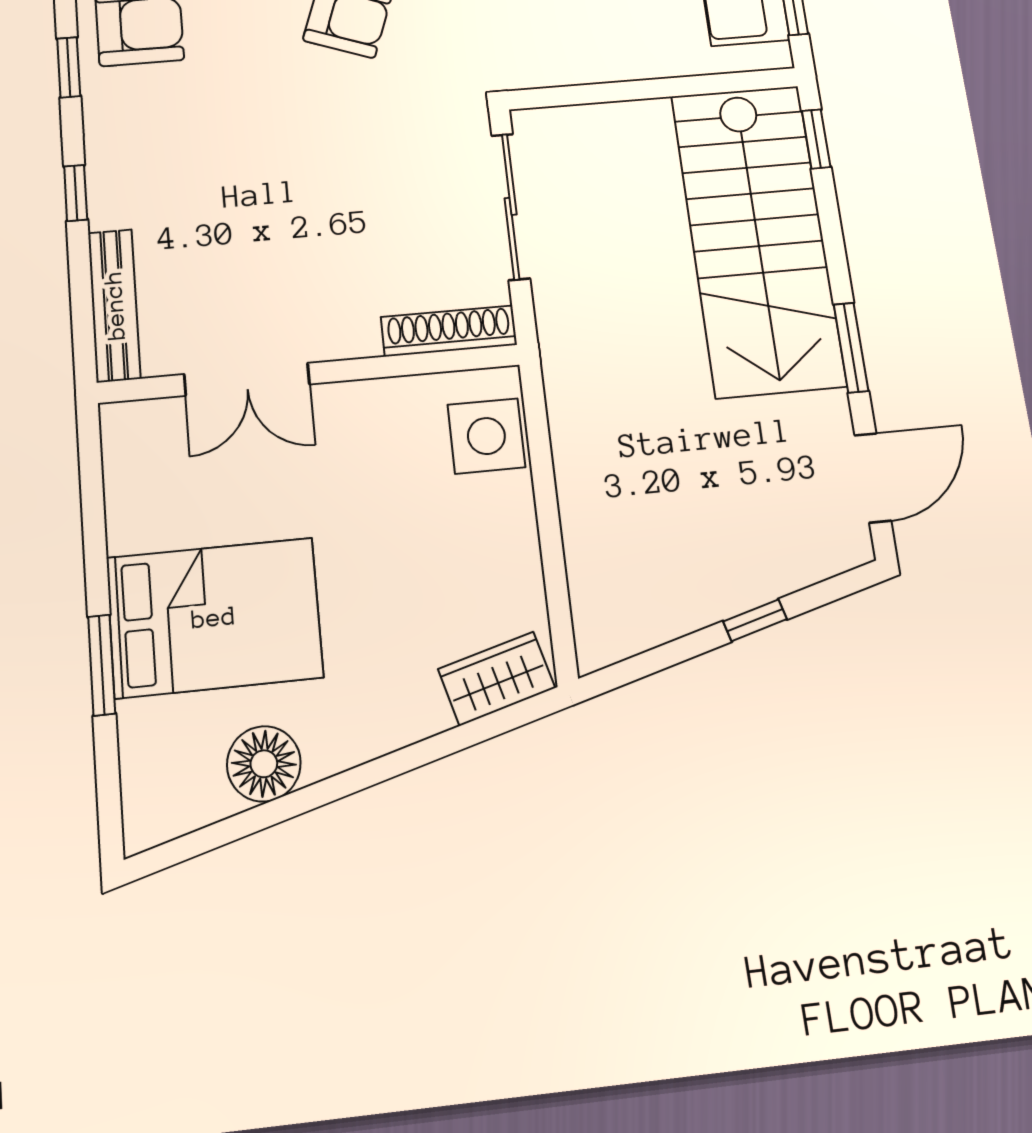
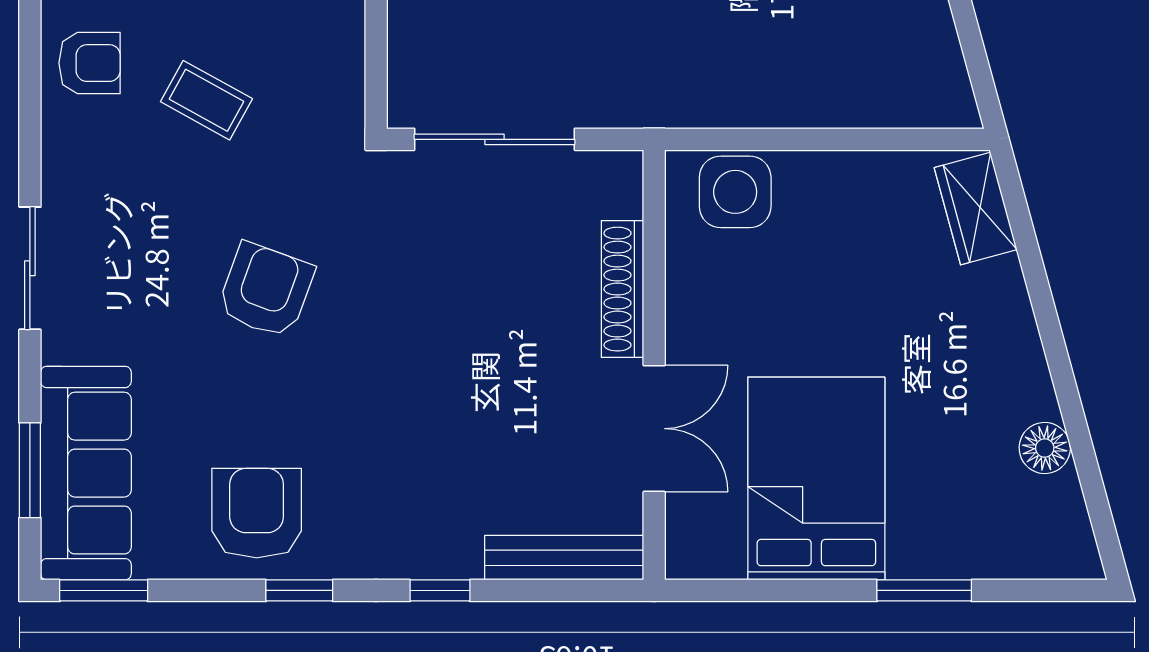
shoe rack: (449, 331) -> (623, 289), moved
bed: (214, 617) -> (816, 478), moved
floor lamp: (264, 764) -> (1045, 448), width x0.73, depth x0.73

